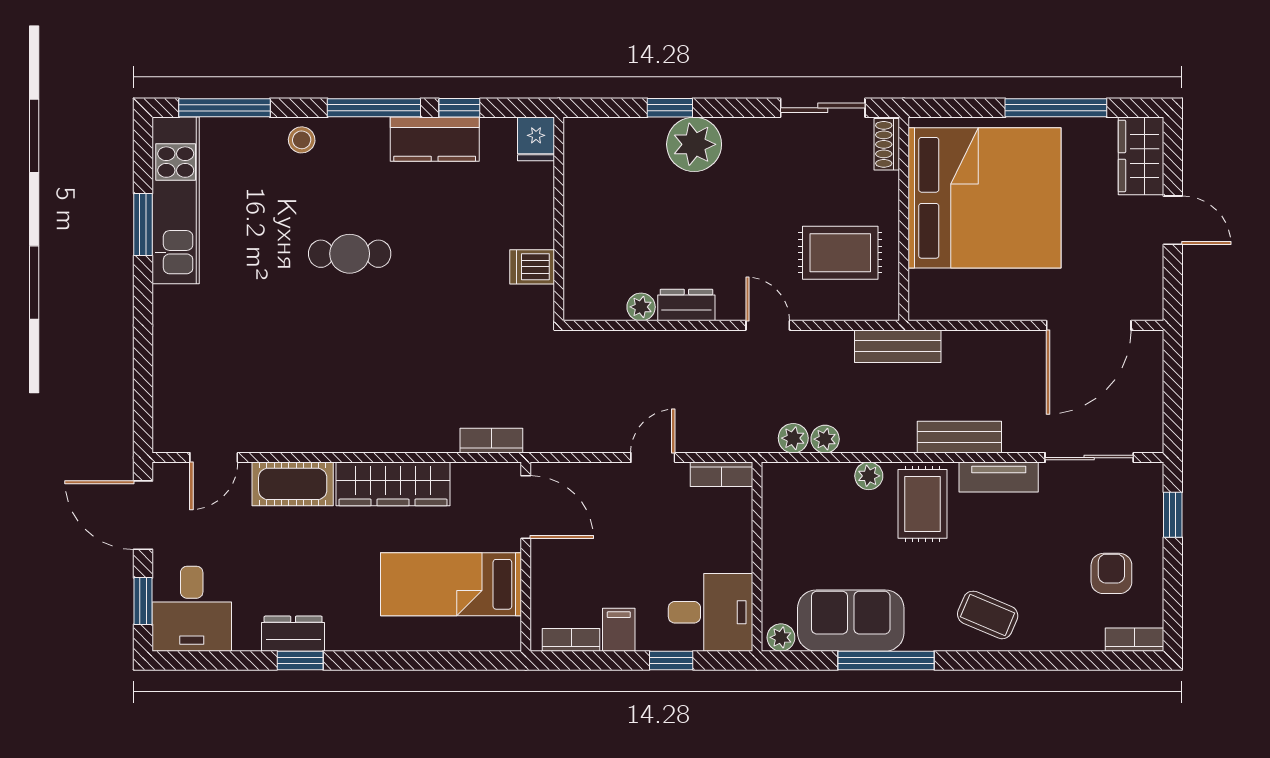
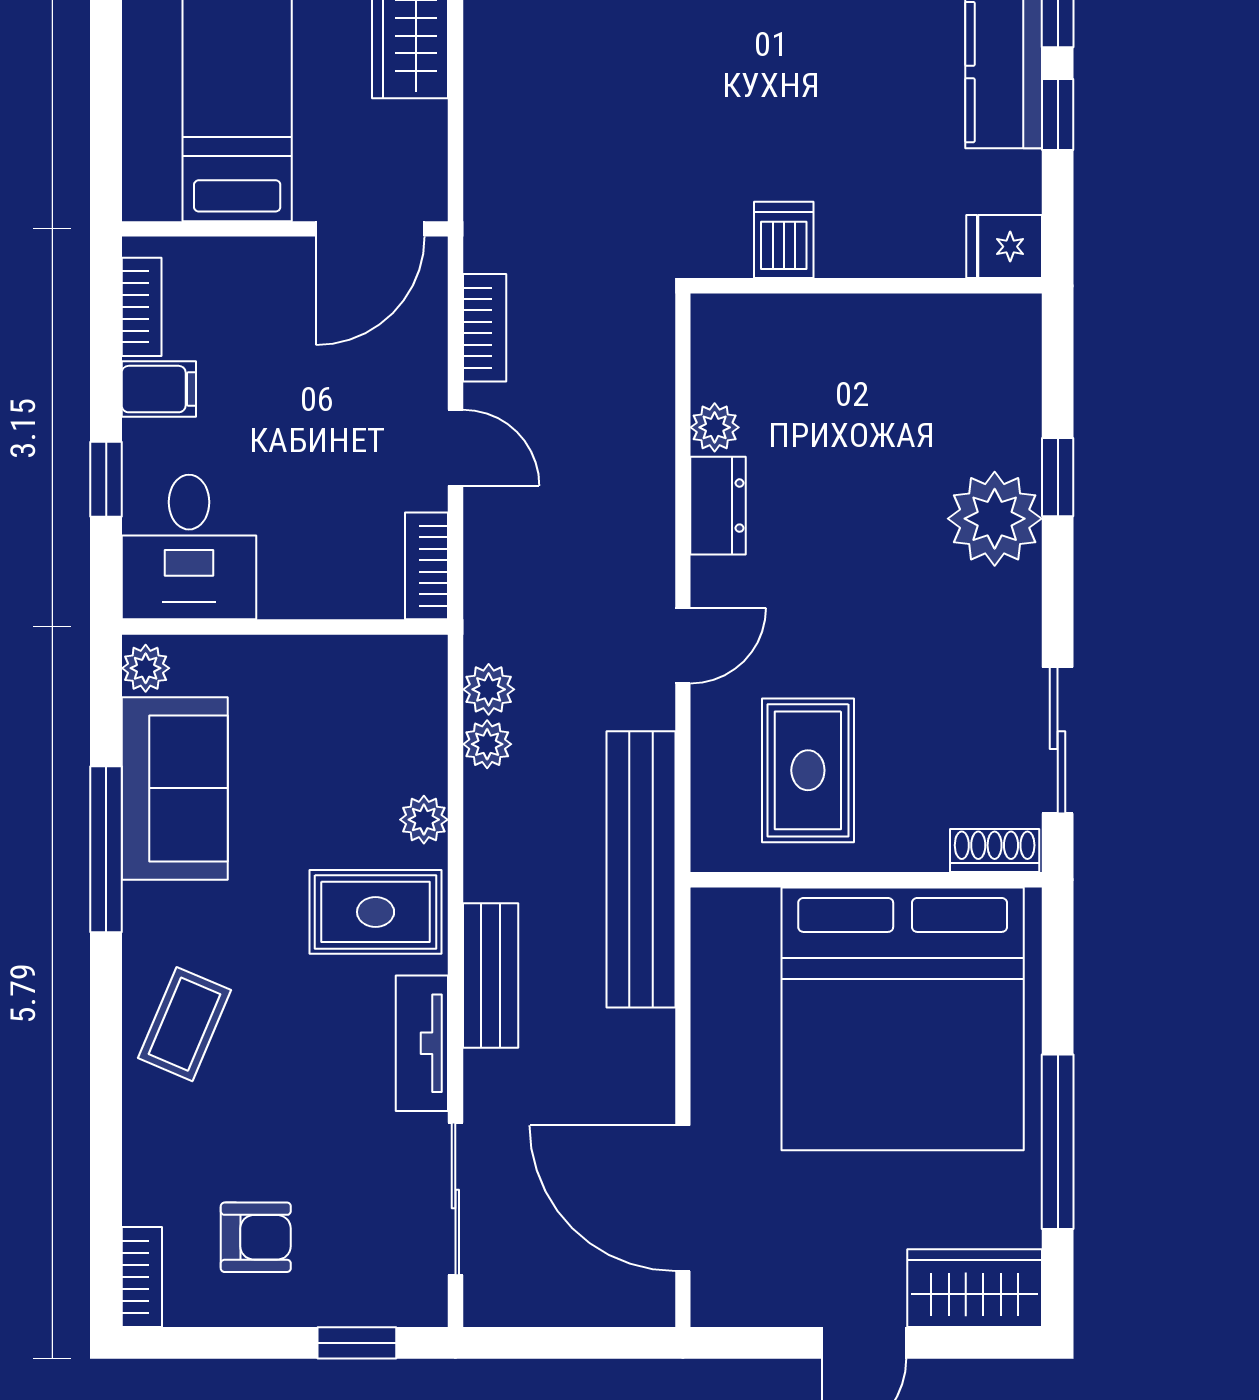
bench: (898, 346) -> (641, 869), width x1.86, depth x1.21
bookcase: (491, 441) -> (485, 328), moved

